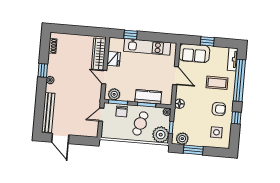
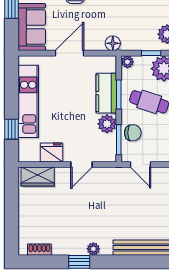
wardrobe: (99, 54) -> (38, 176), width x0.67
plant: (114, 94) -> (107, 124), moved

